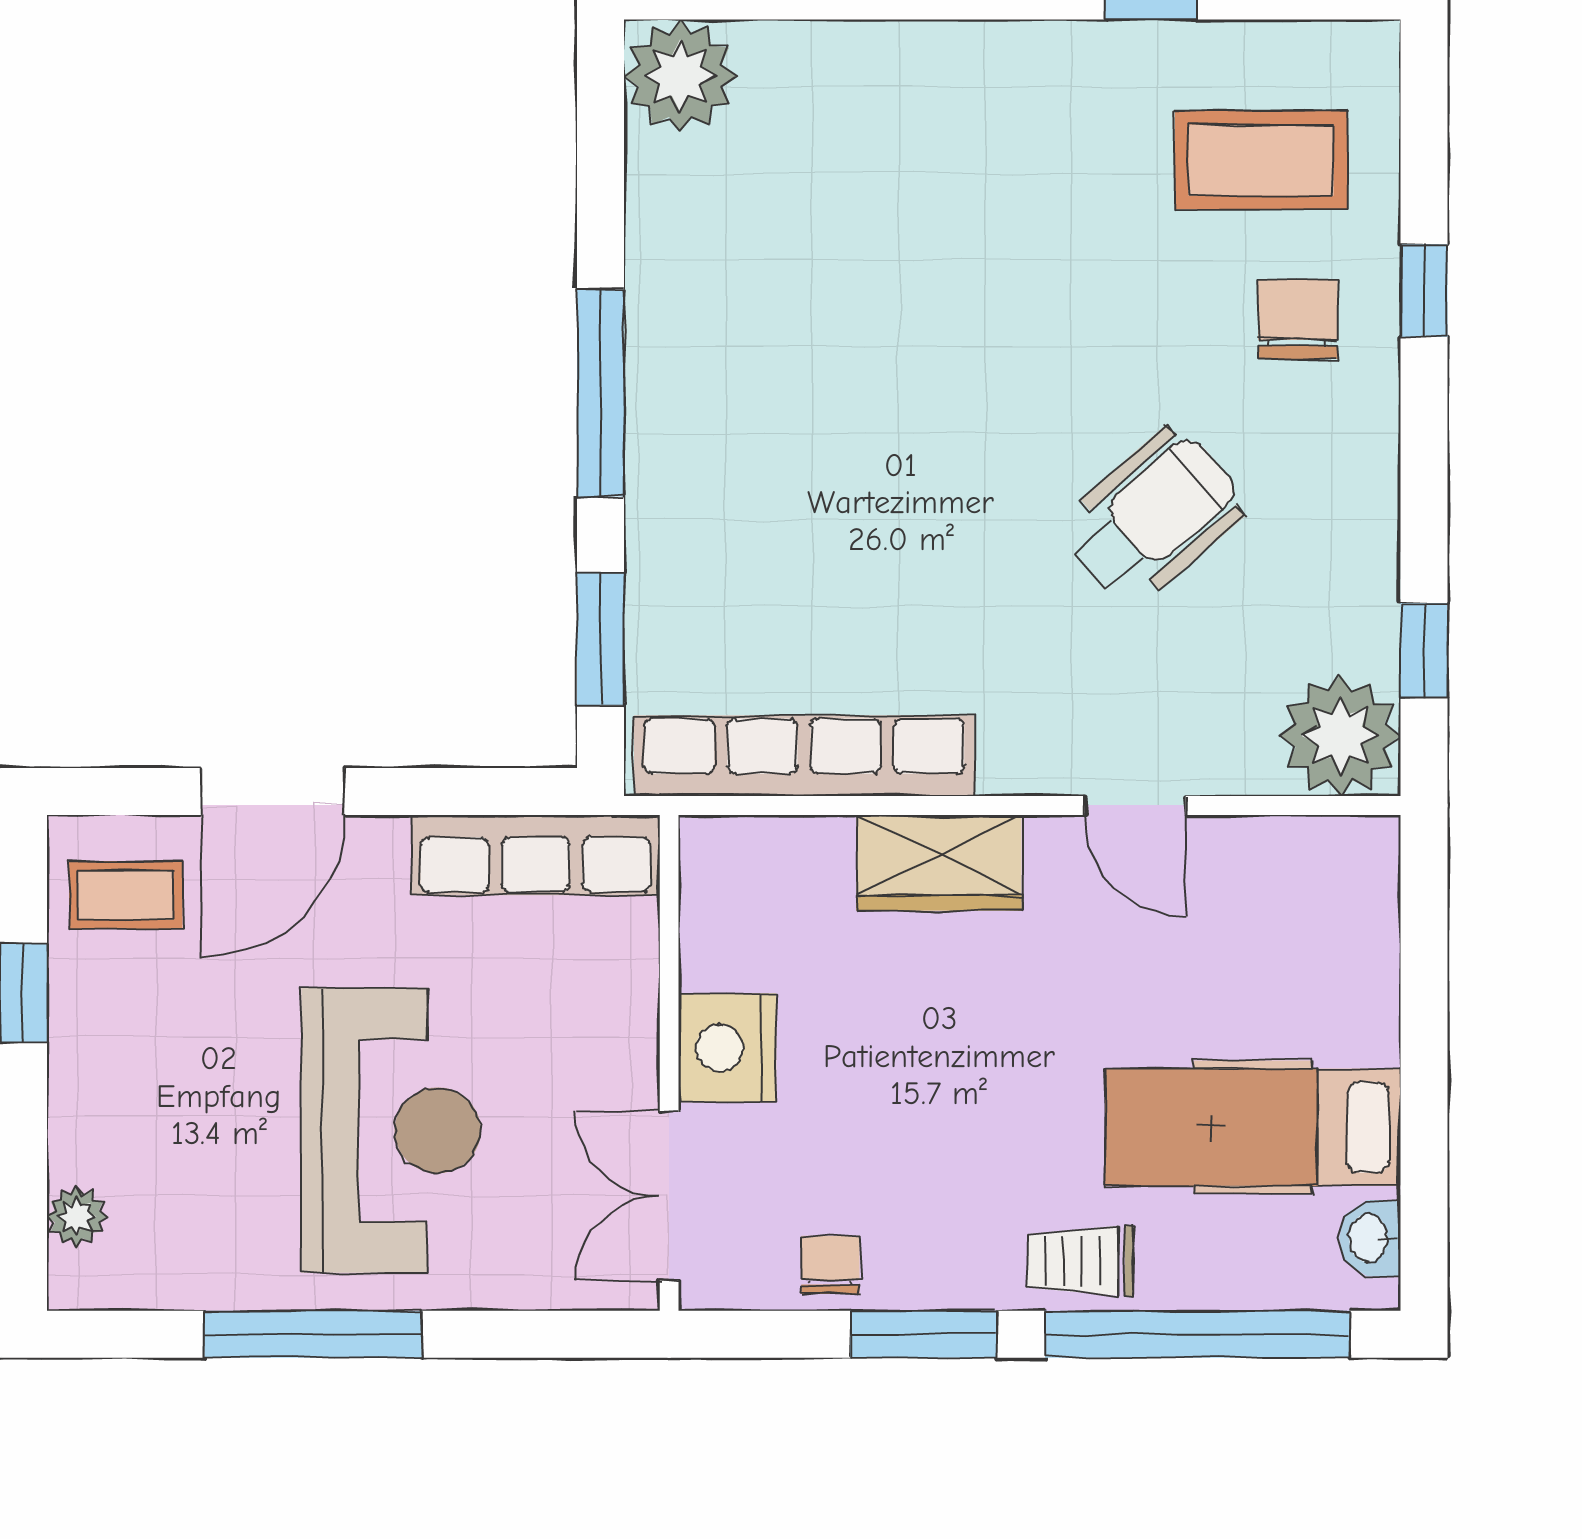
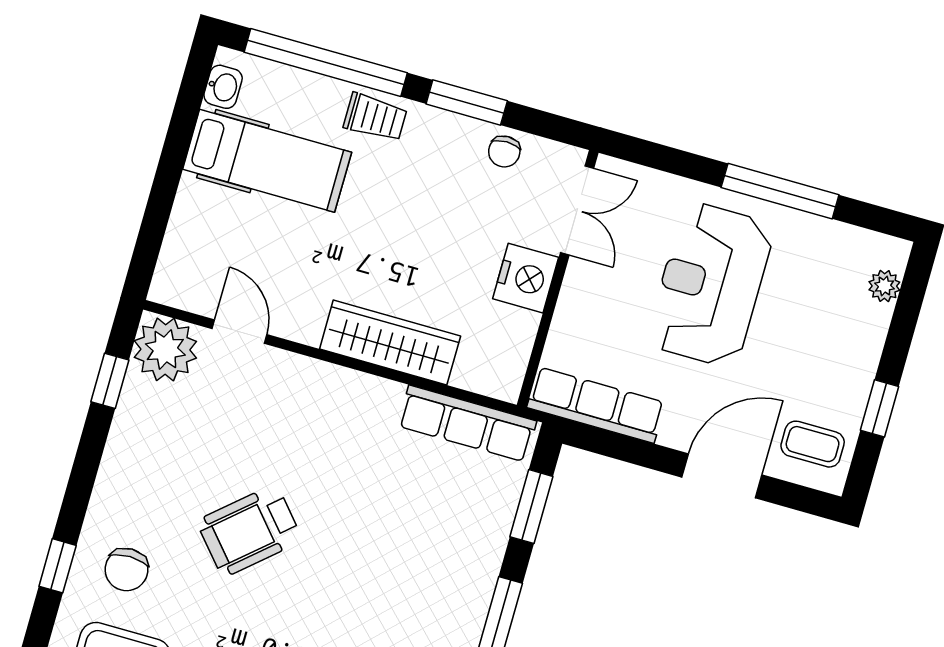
wheelchair: (1153, 516) -> (249, 531), moved
row of seats: (804, 756) -> (467, 424), width x0.73
door: (1135, 805) -> (240, 332), moved
wardrobe: (939, 863) -> (390, 342), width x1.50

